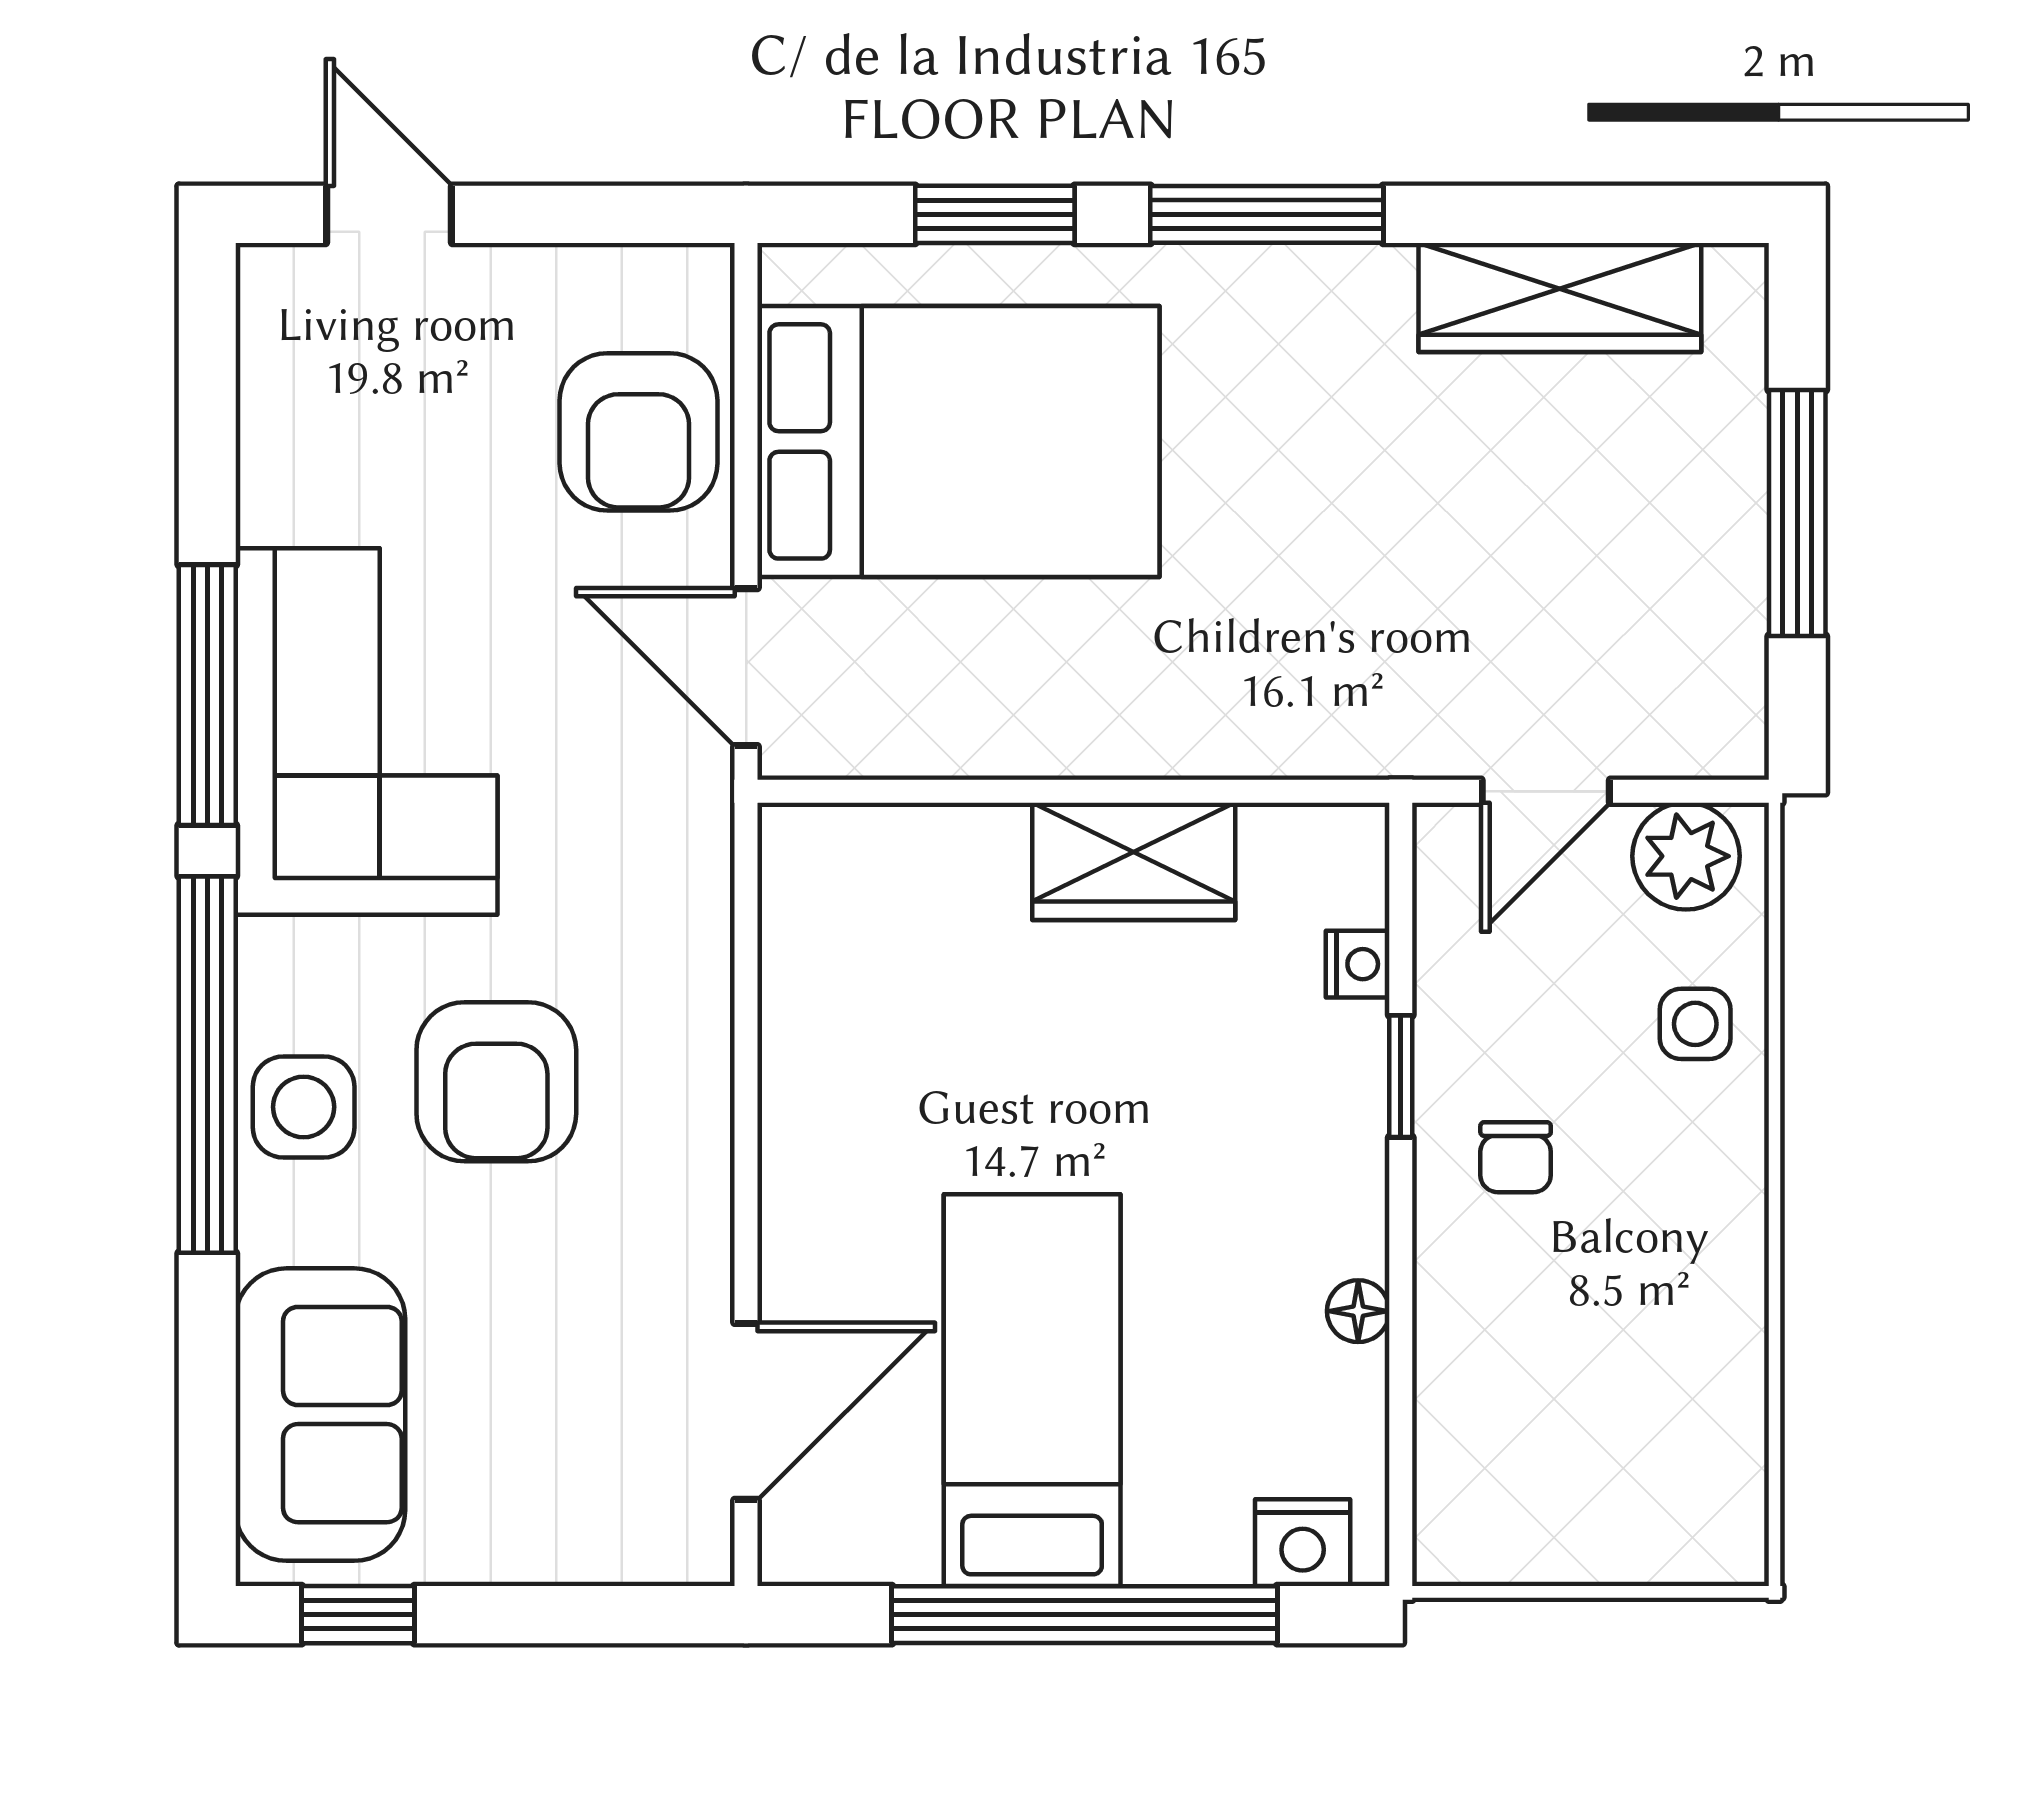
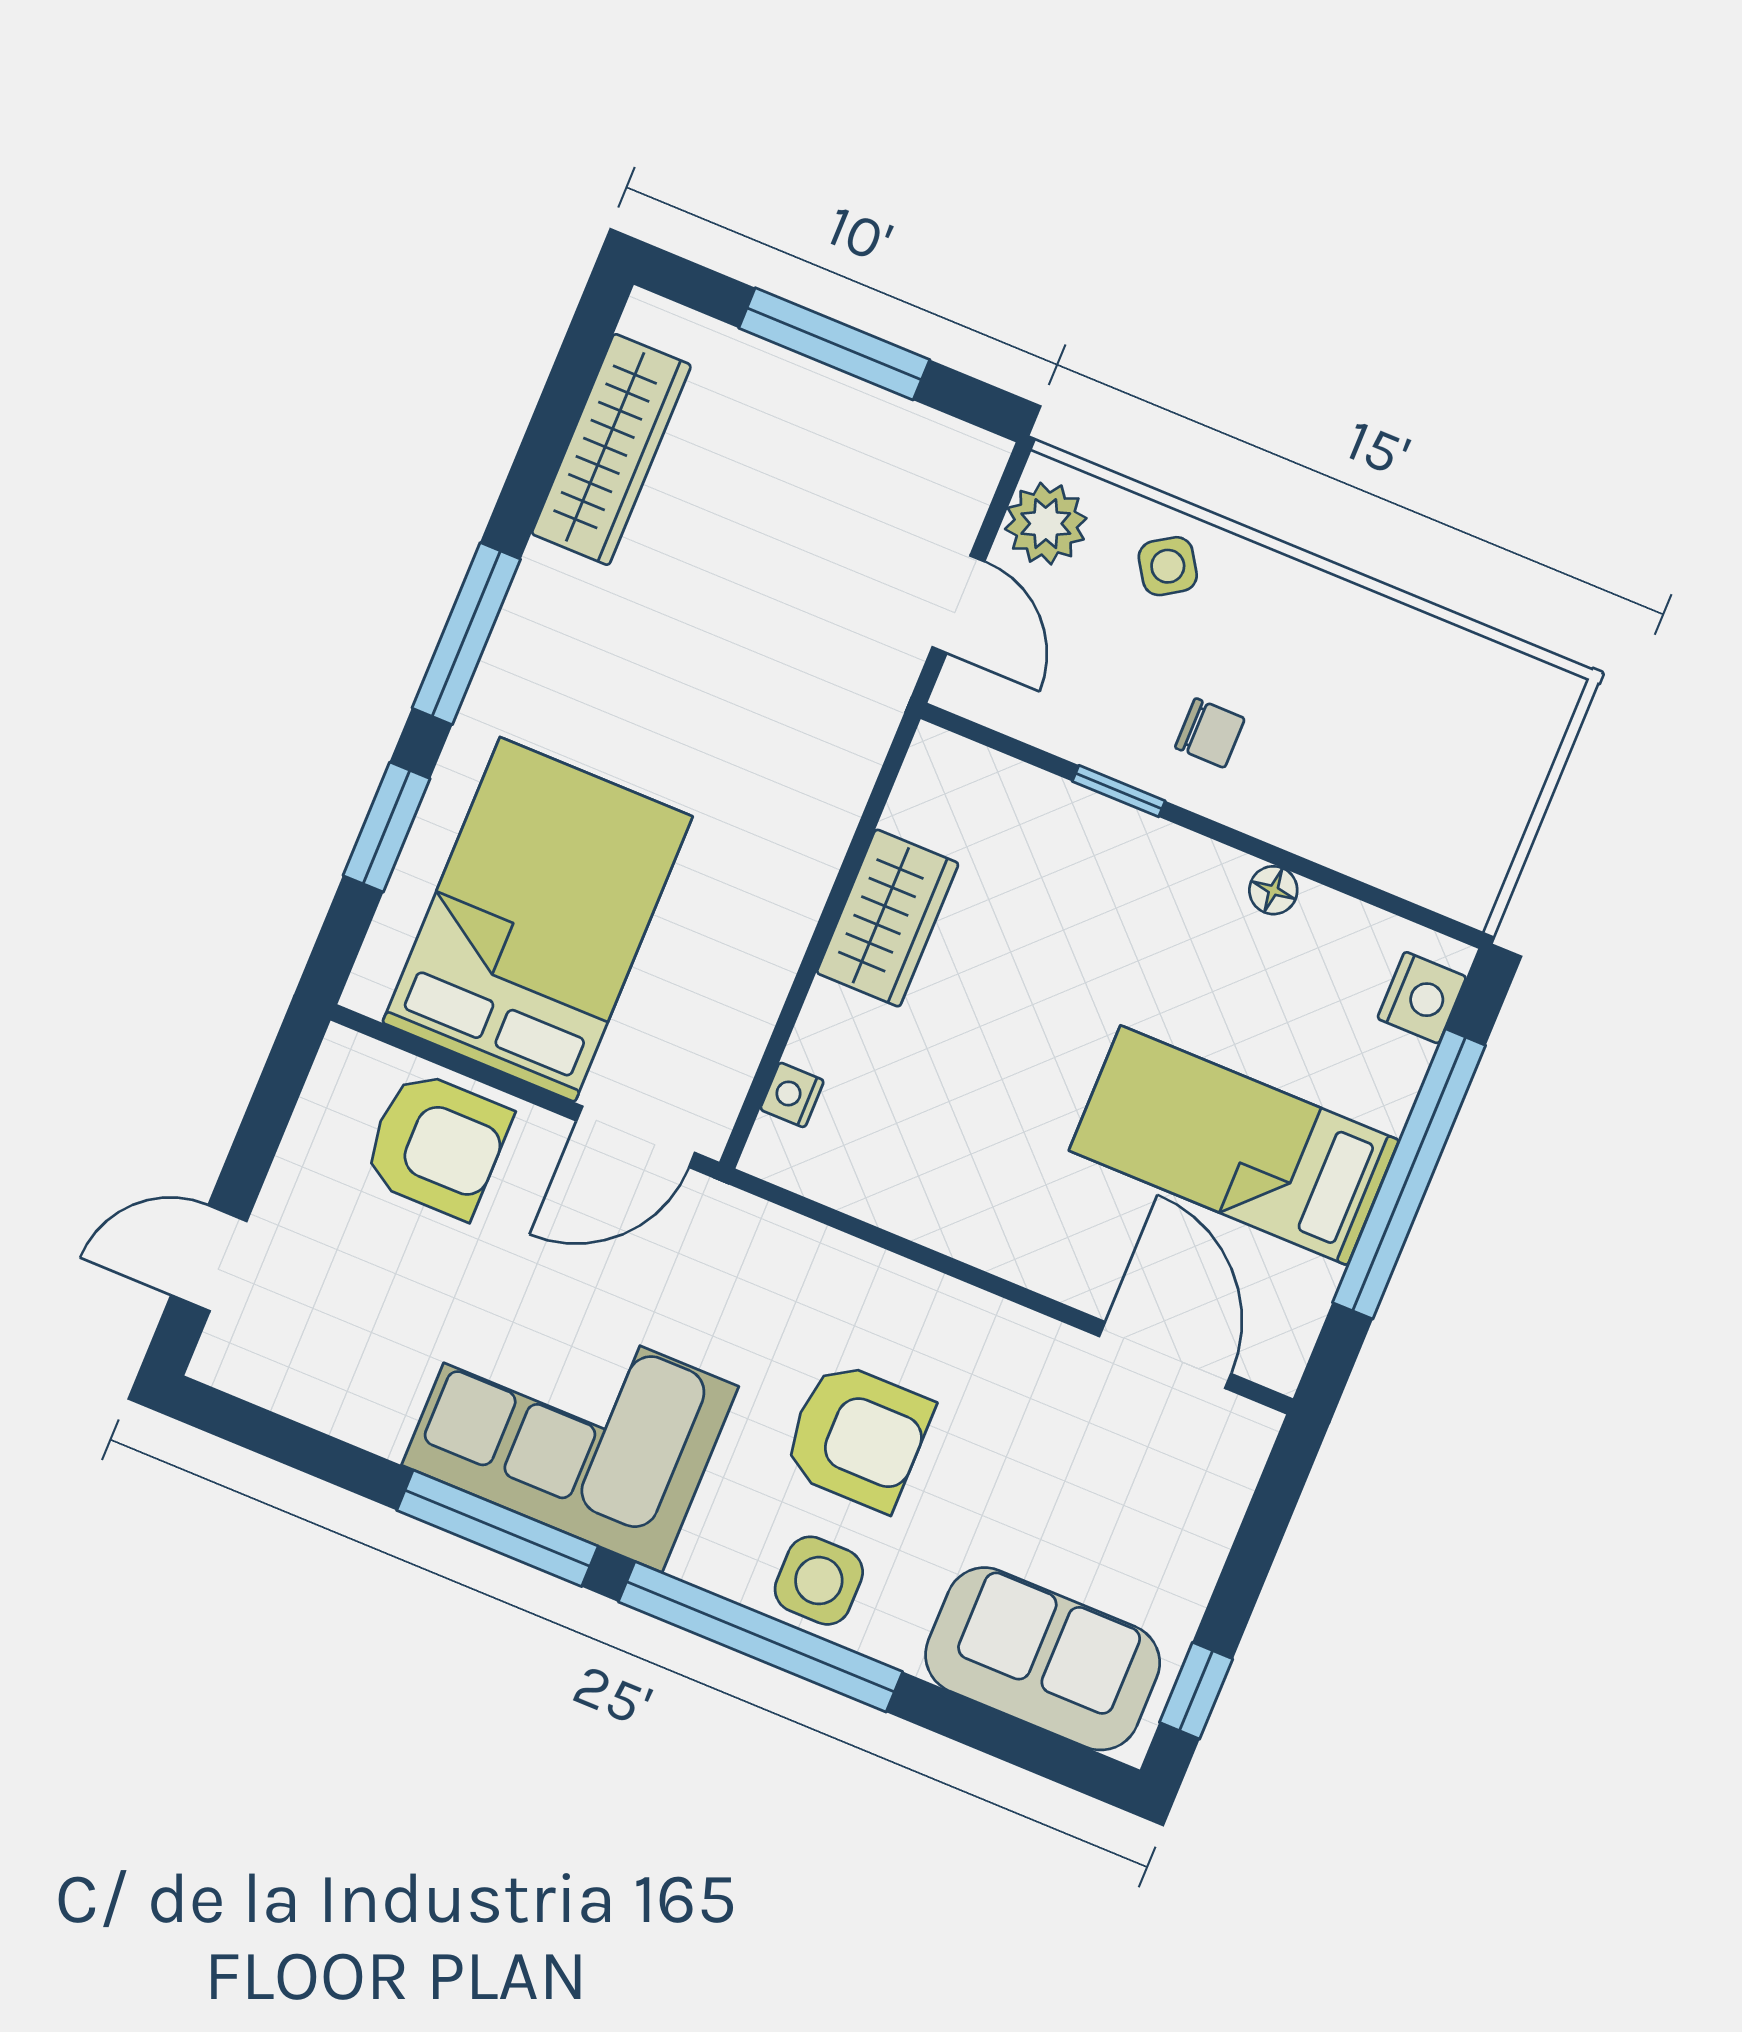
nightstand: (1358, 964) -> (792, 1095), moved, turned -90
side table: (1695, 1024) -> (1168, 566), turned -33

